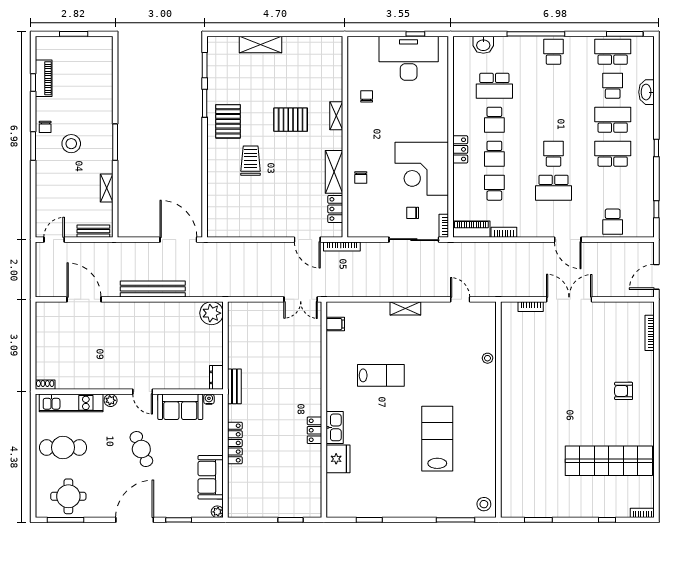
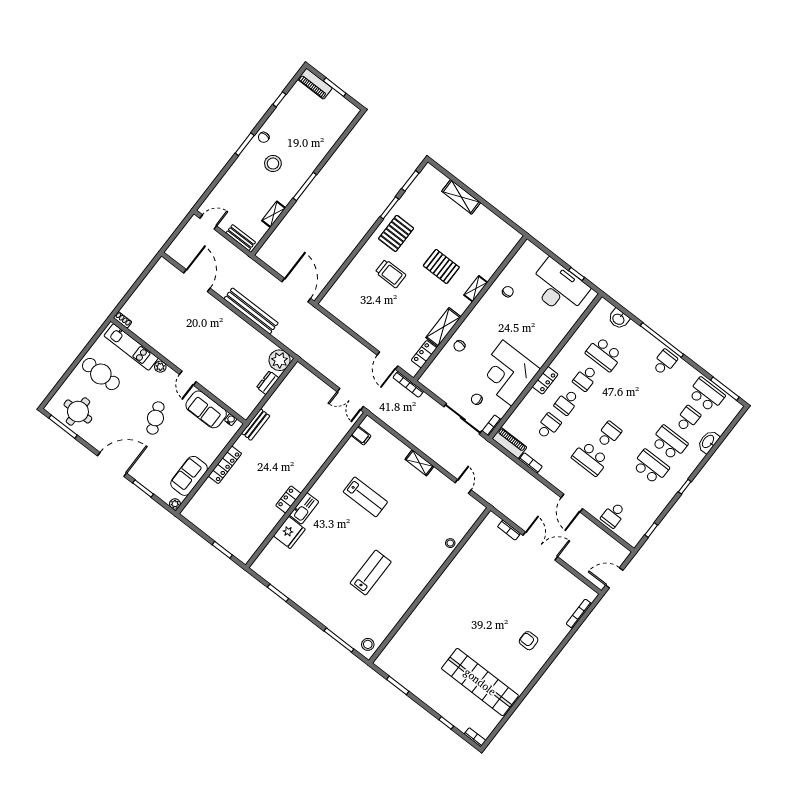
piano: (44, 78) -> (315, 84), moved, turned 90
trolley: (251, 161) -> (391, 274), turned 90
dresser: (216, 377) -> (268, 383), moved
lab bench: (437, 439) -> (371, 573), width x0.73, depth x0.72

